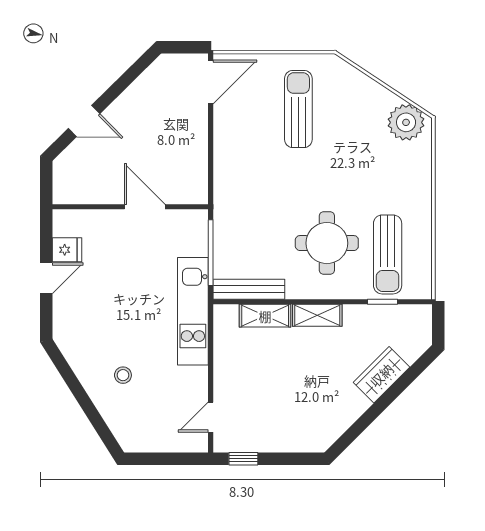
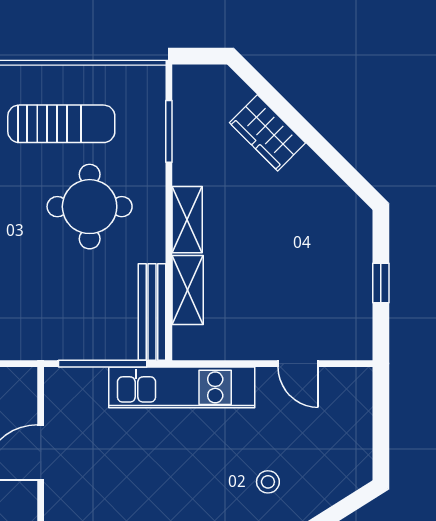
sun lounger: (388, 254) -> (61, 124), moved
window: (383, 302) -> (169, 131), width x1.50
door: (211, 417) -> (298, 364), moved
window: (243, 459) -> (381, 283), moved

